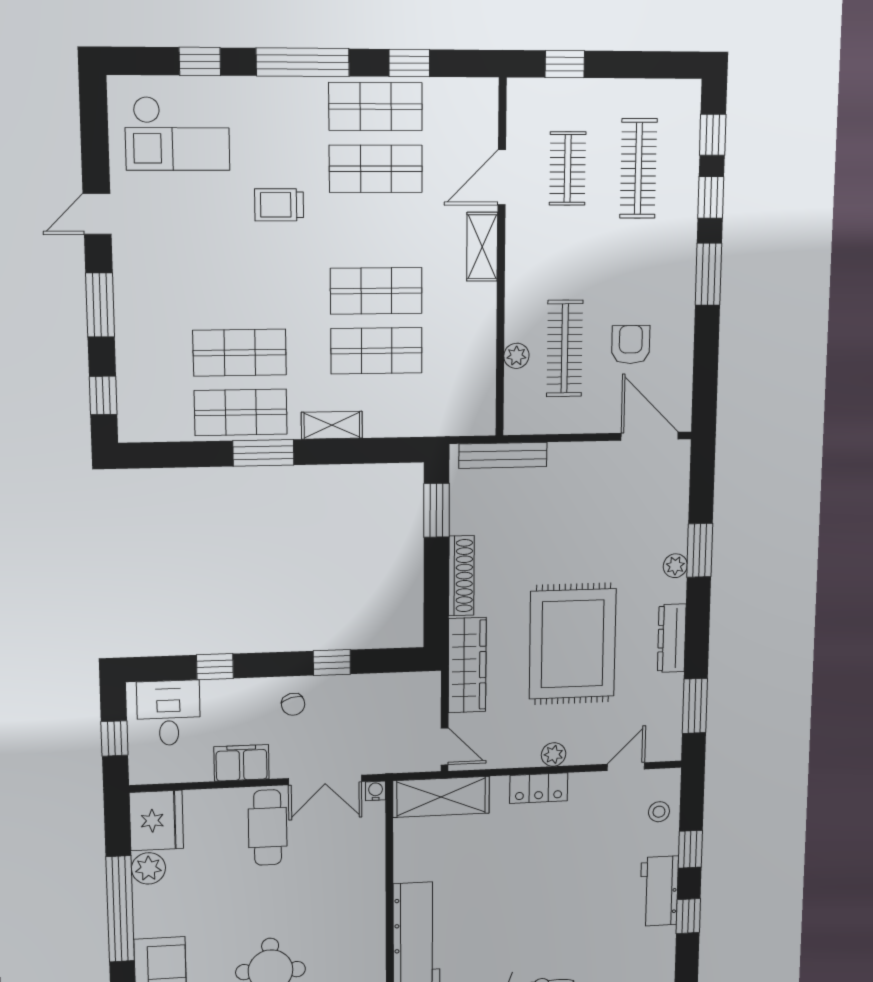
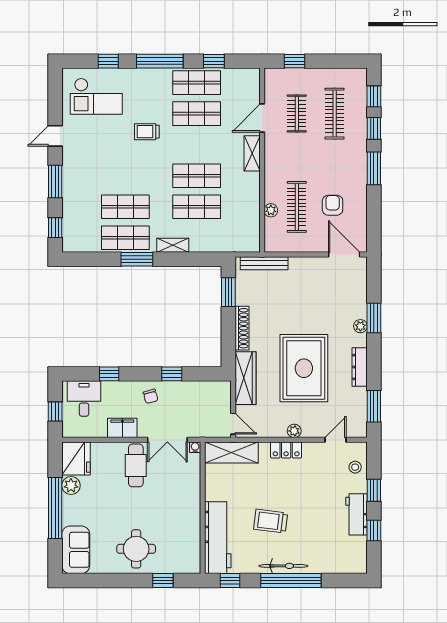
trolley: (510, 910) -> (271, 521), added

